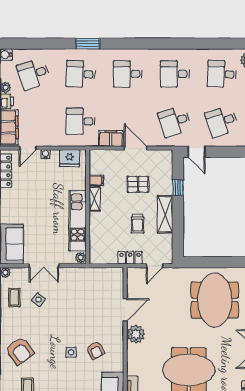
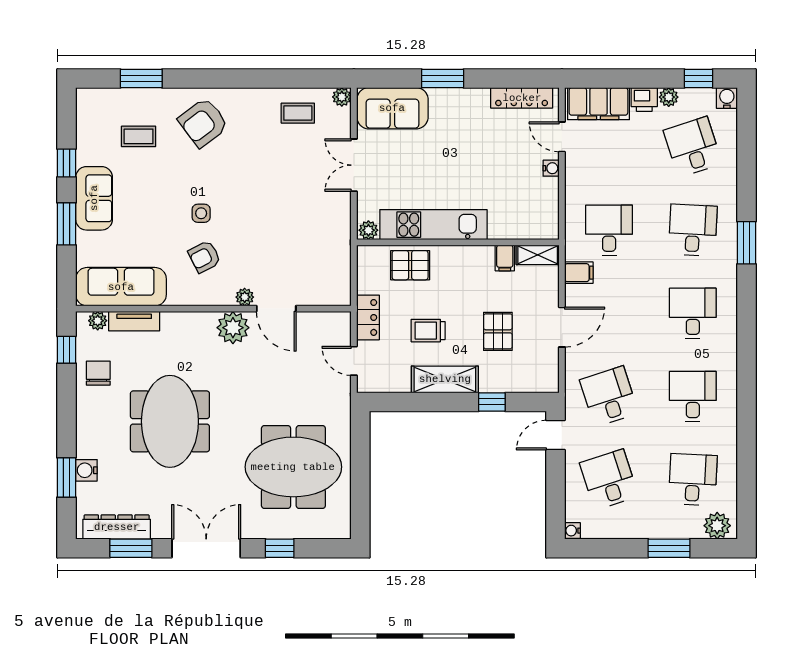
filing cabinet: (111, 138) -> (579, 273), width x0.50
fridge: (69, 158) -> (544, 210), removed
shelving: (95, 199) -> (538, 255), moved
pallet: (100, 234) -> (410, 265), added
side table: (38, 300) -> (294, 156), removed
plant: (118, 328) -> (245, 297), added

